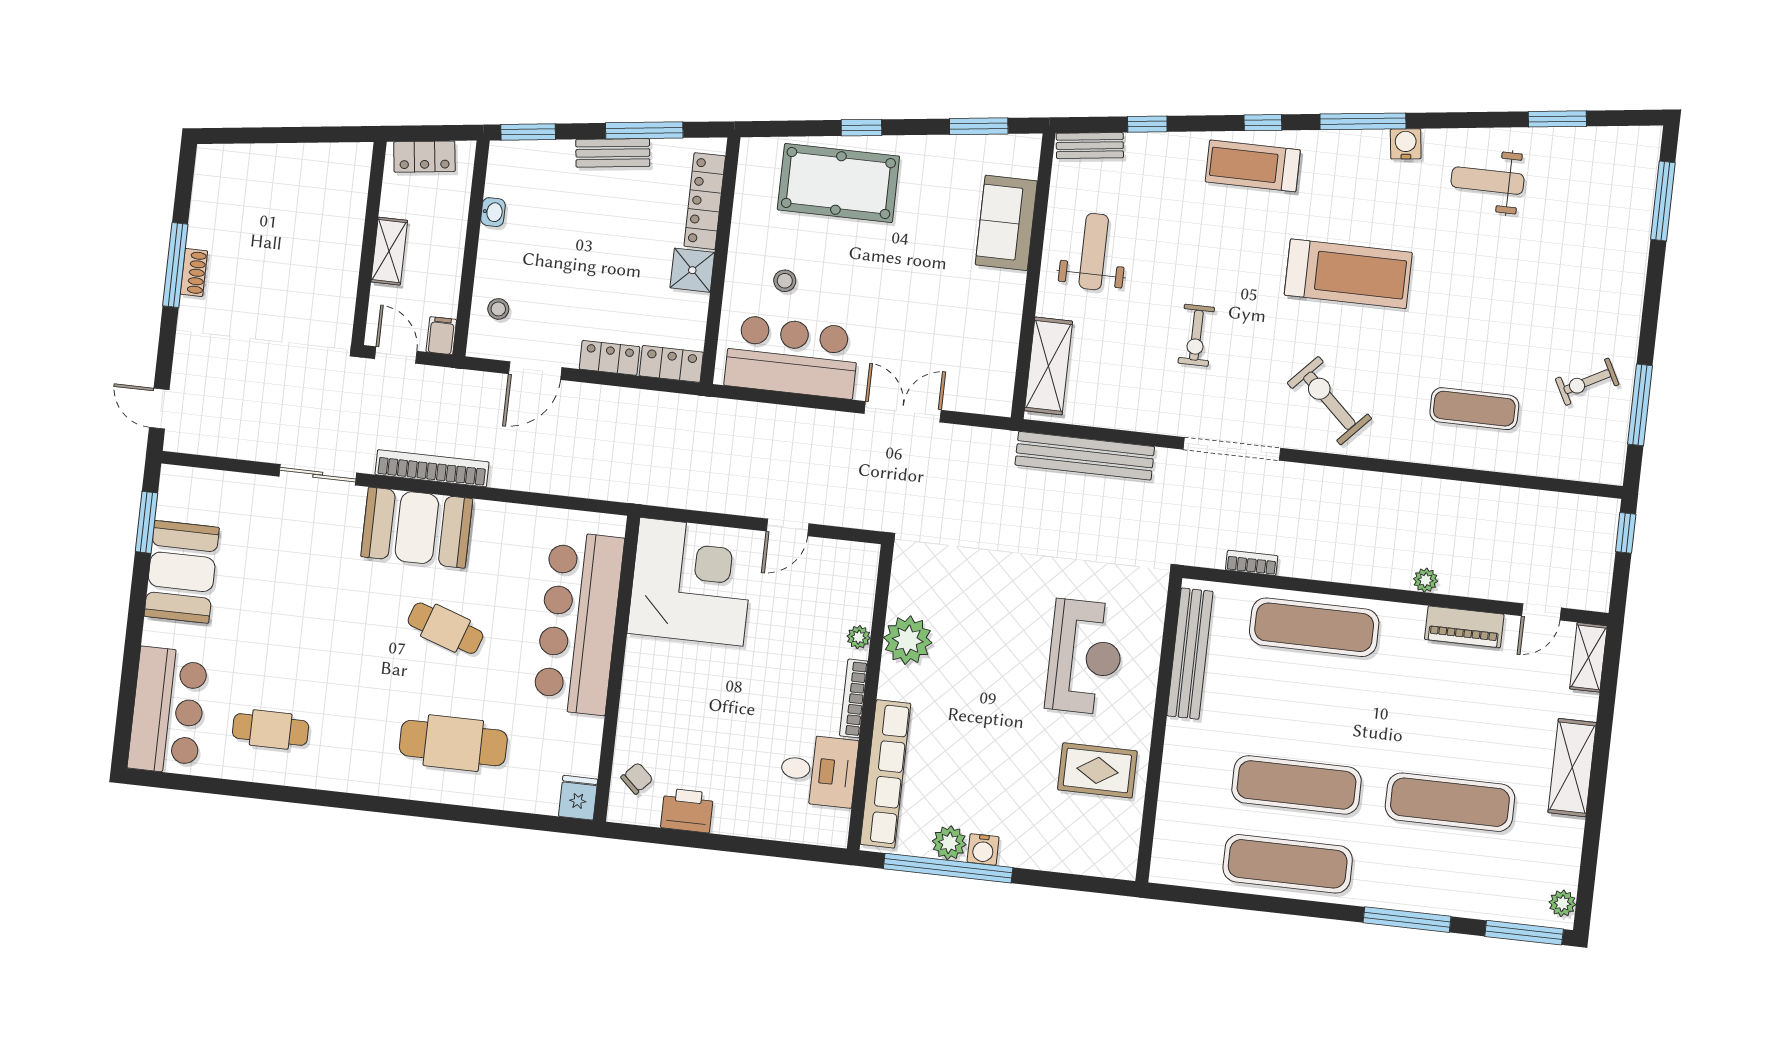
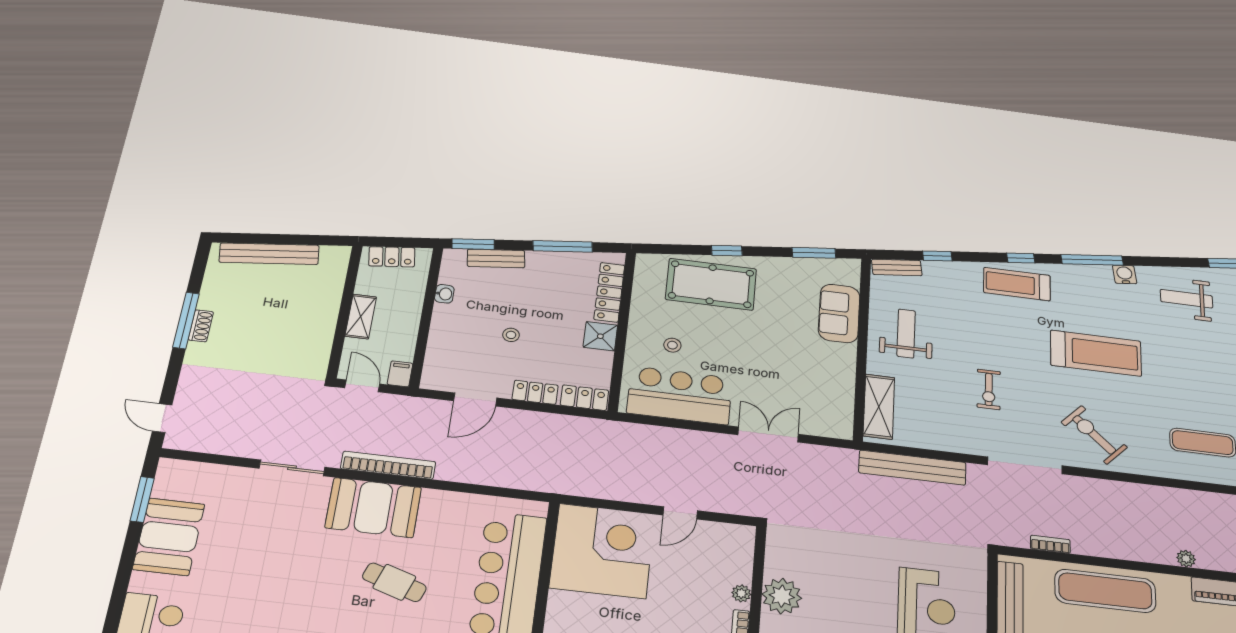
bench: (613, 153) -> (496, 258), moved
bench: (270, 159) -> (269, 254), added
stool: (498, 309) -> (511, 335), moved

